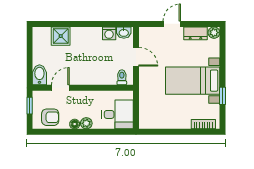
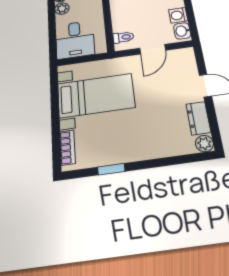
bed with nightstands: (193, 81) -> (96, 95), moved, turned 90

